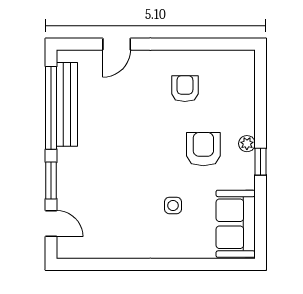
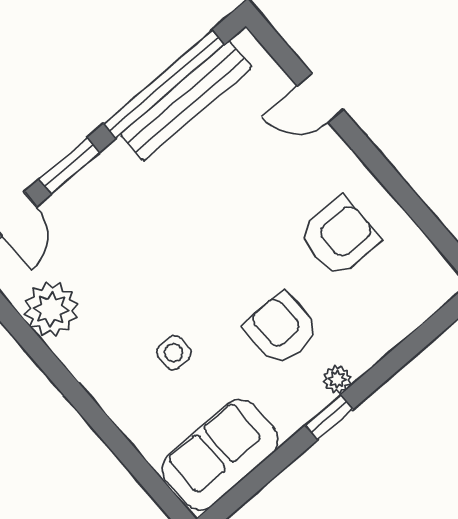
armchair: (185, 89) -> (339, 237), width x1.38, depth x1.38
armchair: (203, 149) -> (281, 329), turned -90
plant: (107, 243) -> (51, 309), added

